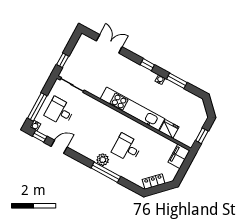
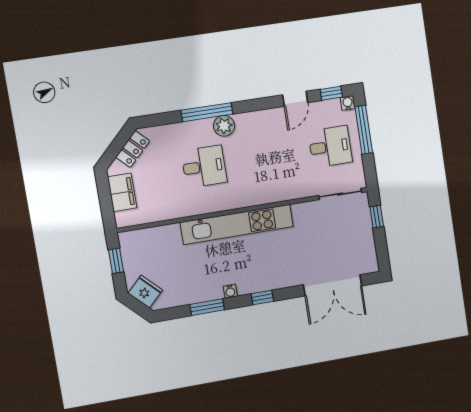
double door: (109, 44) -> (333, 285), width x1.37
fridge: (169, 129) -> (145, 292), moved, turned -135
filing cabinet: (179, 156) -> (122, 192), moved

